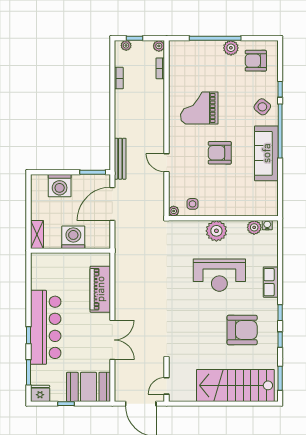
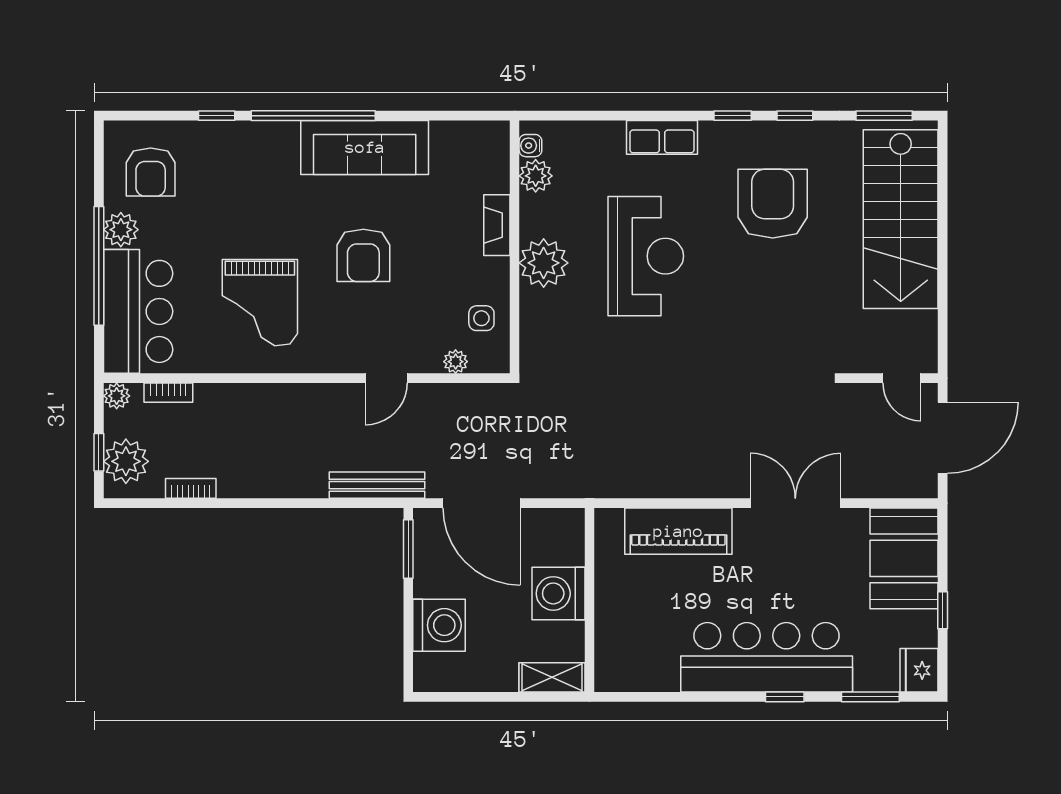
plant: (126, 45) -> (126, 461), width x1.88, depth x1.88
bar counter: (195, 55) -> (138, 311), added
side table: (262, 107) -> (257, 157), removed
plant: (174, 211) -> (456, 362), moved
fireplace: (233, 211) -> (497, 225), added

